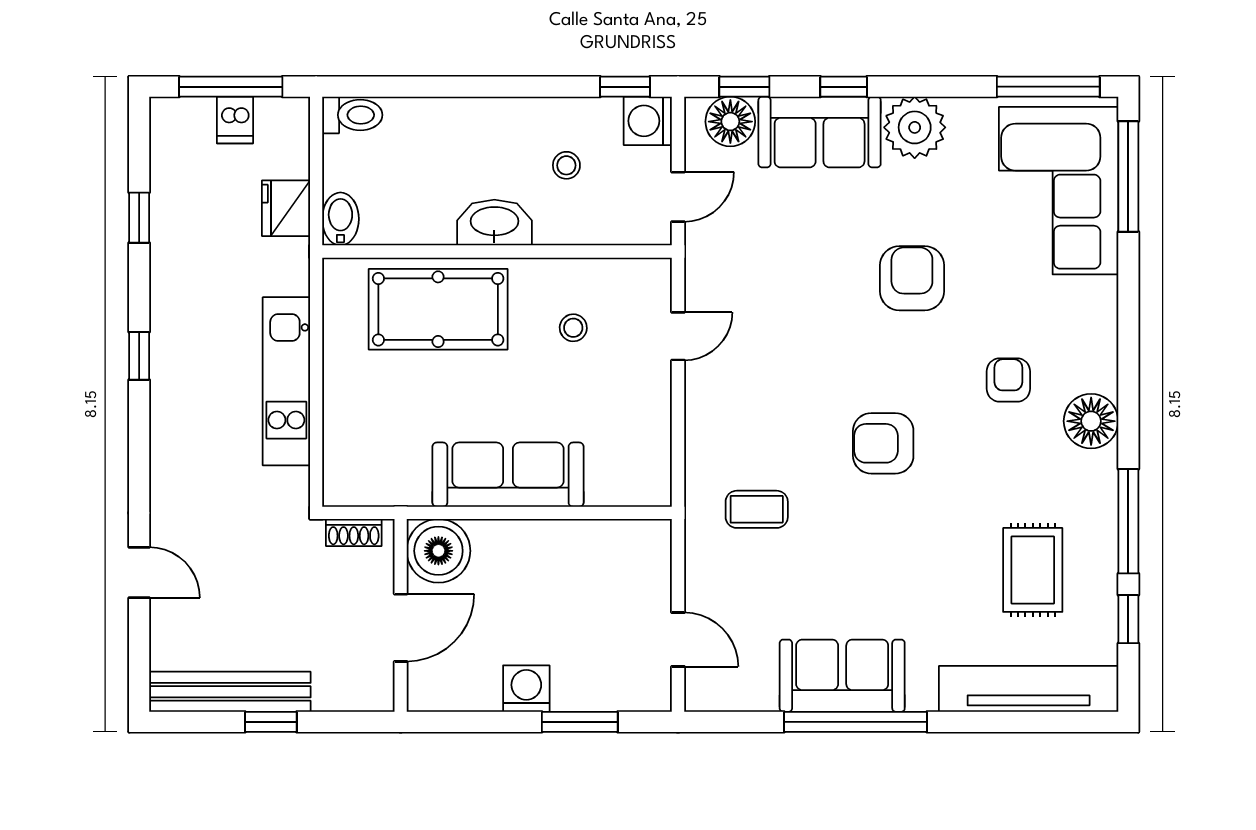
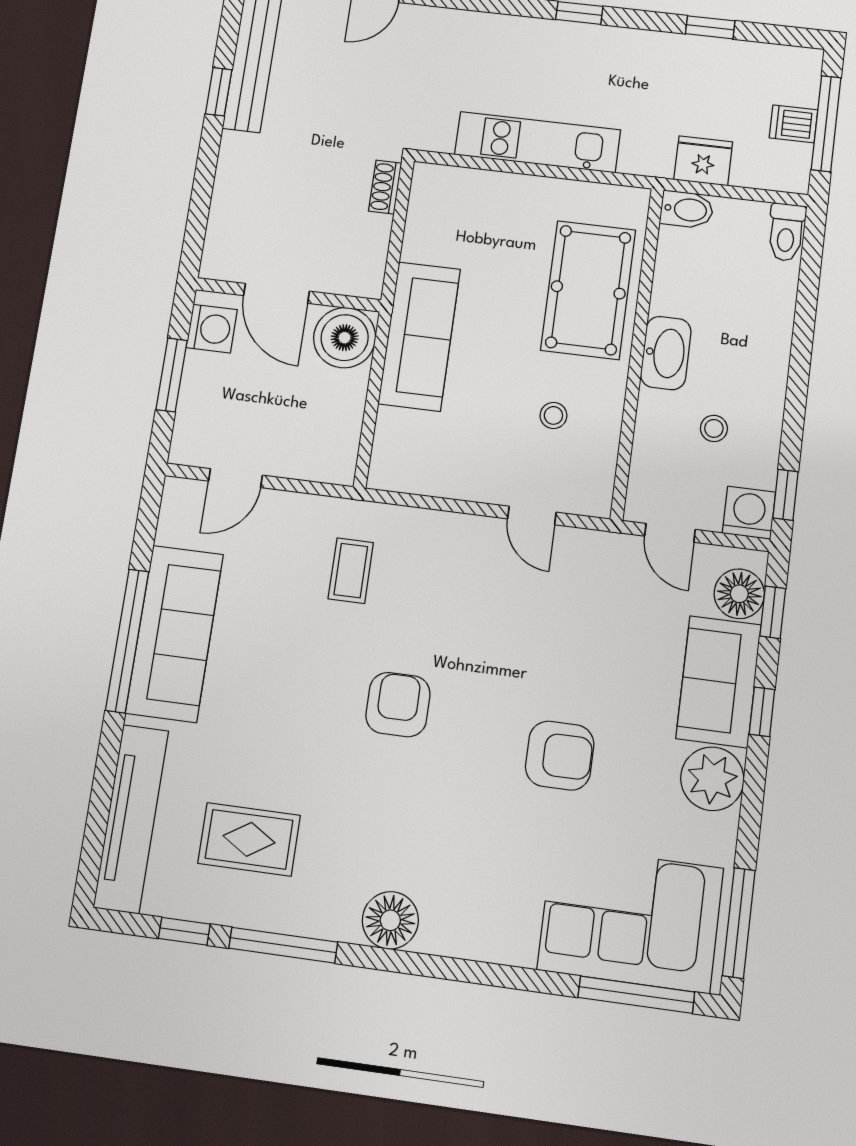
armchair: (1008, 380) -> (444, 840), removed
boiler: (438, 551) -> (345, 338), moved
wall: (401, 615) -> (288, 295), moved
door: (401, 628) -> (276, 293), moved
sofa: (842, 676) -> (175, 633), width x1.36

